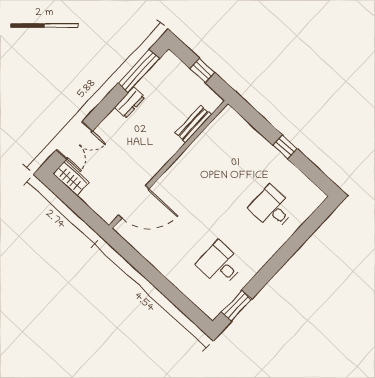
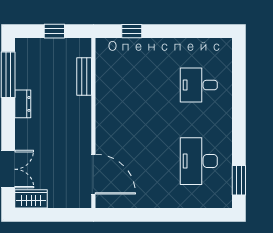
window: (285, 147) -> (132, 31), moved
door: (134, 202) -> (93, 174), hinge flipped
desk: (220, 264) -> (199, 161), width x1.37

